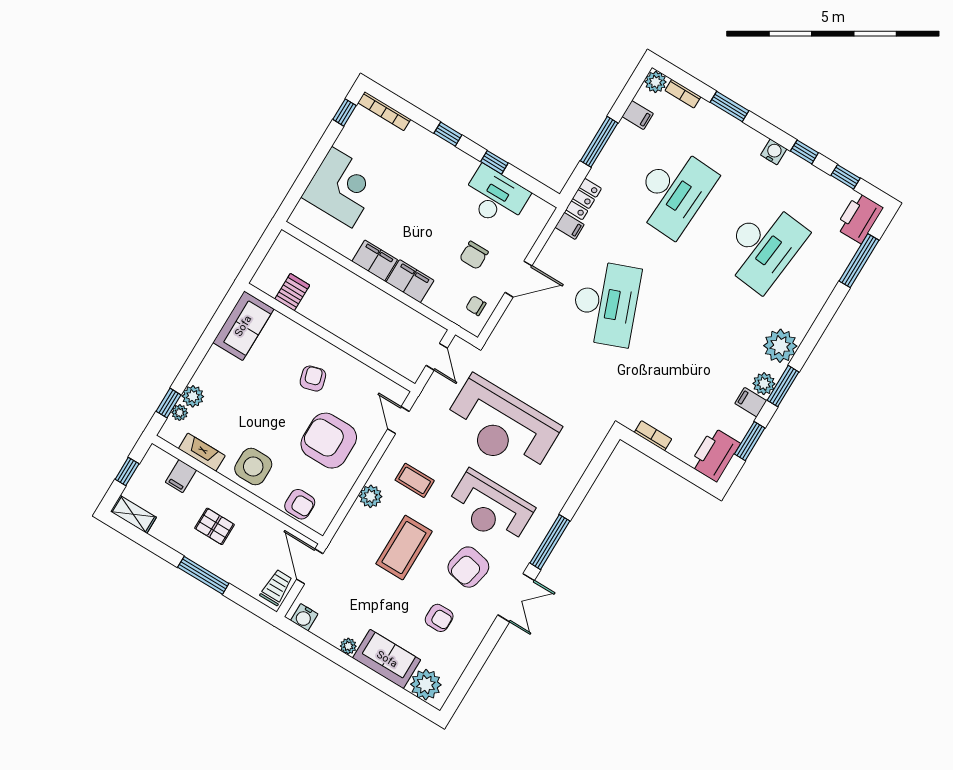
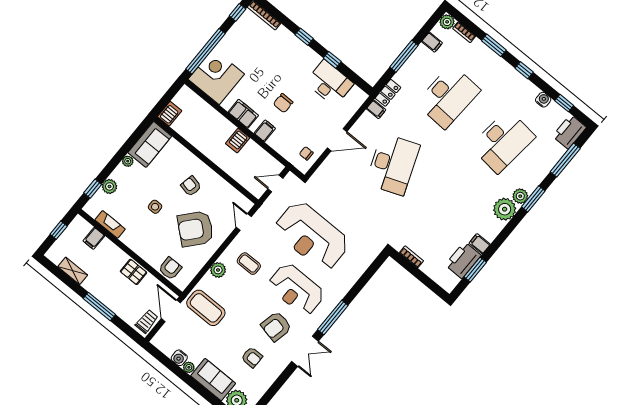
water cooler: (774, 152) -> (543, 100), moved
window: (804, 152) -> (524, 70), moved
window: (306, 177) -> (205, 51), added
corner desk: (342, 187) -> (216, 77), moved, turned -90
chair: (474, 255) -> (283, 103), moved
filing cabinet: (410, 281) -> (265, 131), width x0.50
server rack: (292, 292) -> (170, 114), moved
server rack: (372, 301) -> (238, 141), added
door: (437, 357) -> (275, 184), swing flipped
armchair: (313, 379) -> (191, 186), turned -62
plant: (764, 384) -> (520, 196), moved
window: (783, 386) -> (533, 199), moved
plant: (180, 413) -> (128, 161), moved
armchair: (329, 441) -> (196, 229), turned -49
printer: (715, 455) -> (463, 260), moved
side table: (253, 467) -> (155, 207), moved, width x0.54, depth x0.54
armchair: (300, 504) -> (170, 268), turned -90
shelving: (133, 514) -> (73, 271), moved
pallet: (215, 526) -> (134, 272), moved
coffee table: (404, 548) -> (206, 308), moved, turned 90
water cooler: (304, 617) -> (179, 358), moved

